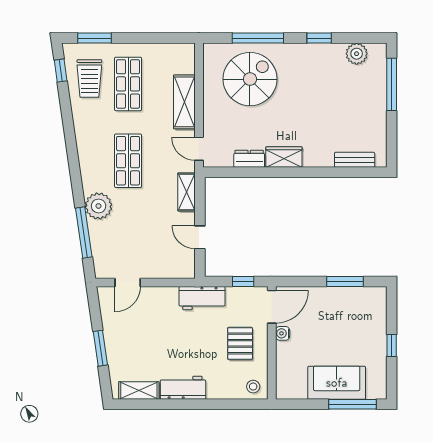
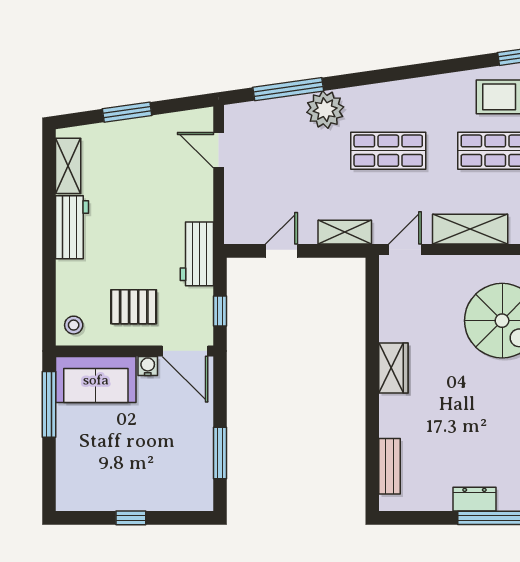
dresser: (249, 159) -> (474, 499), moved, turned -90
sofa: (337, 383) -> (96, 380), moved, turned 90
window: (352, 404) -> (49, 404), moved

